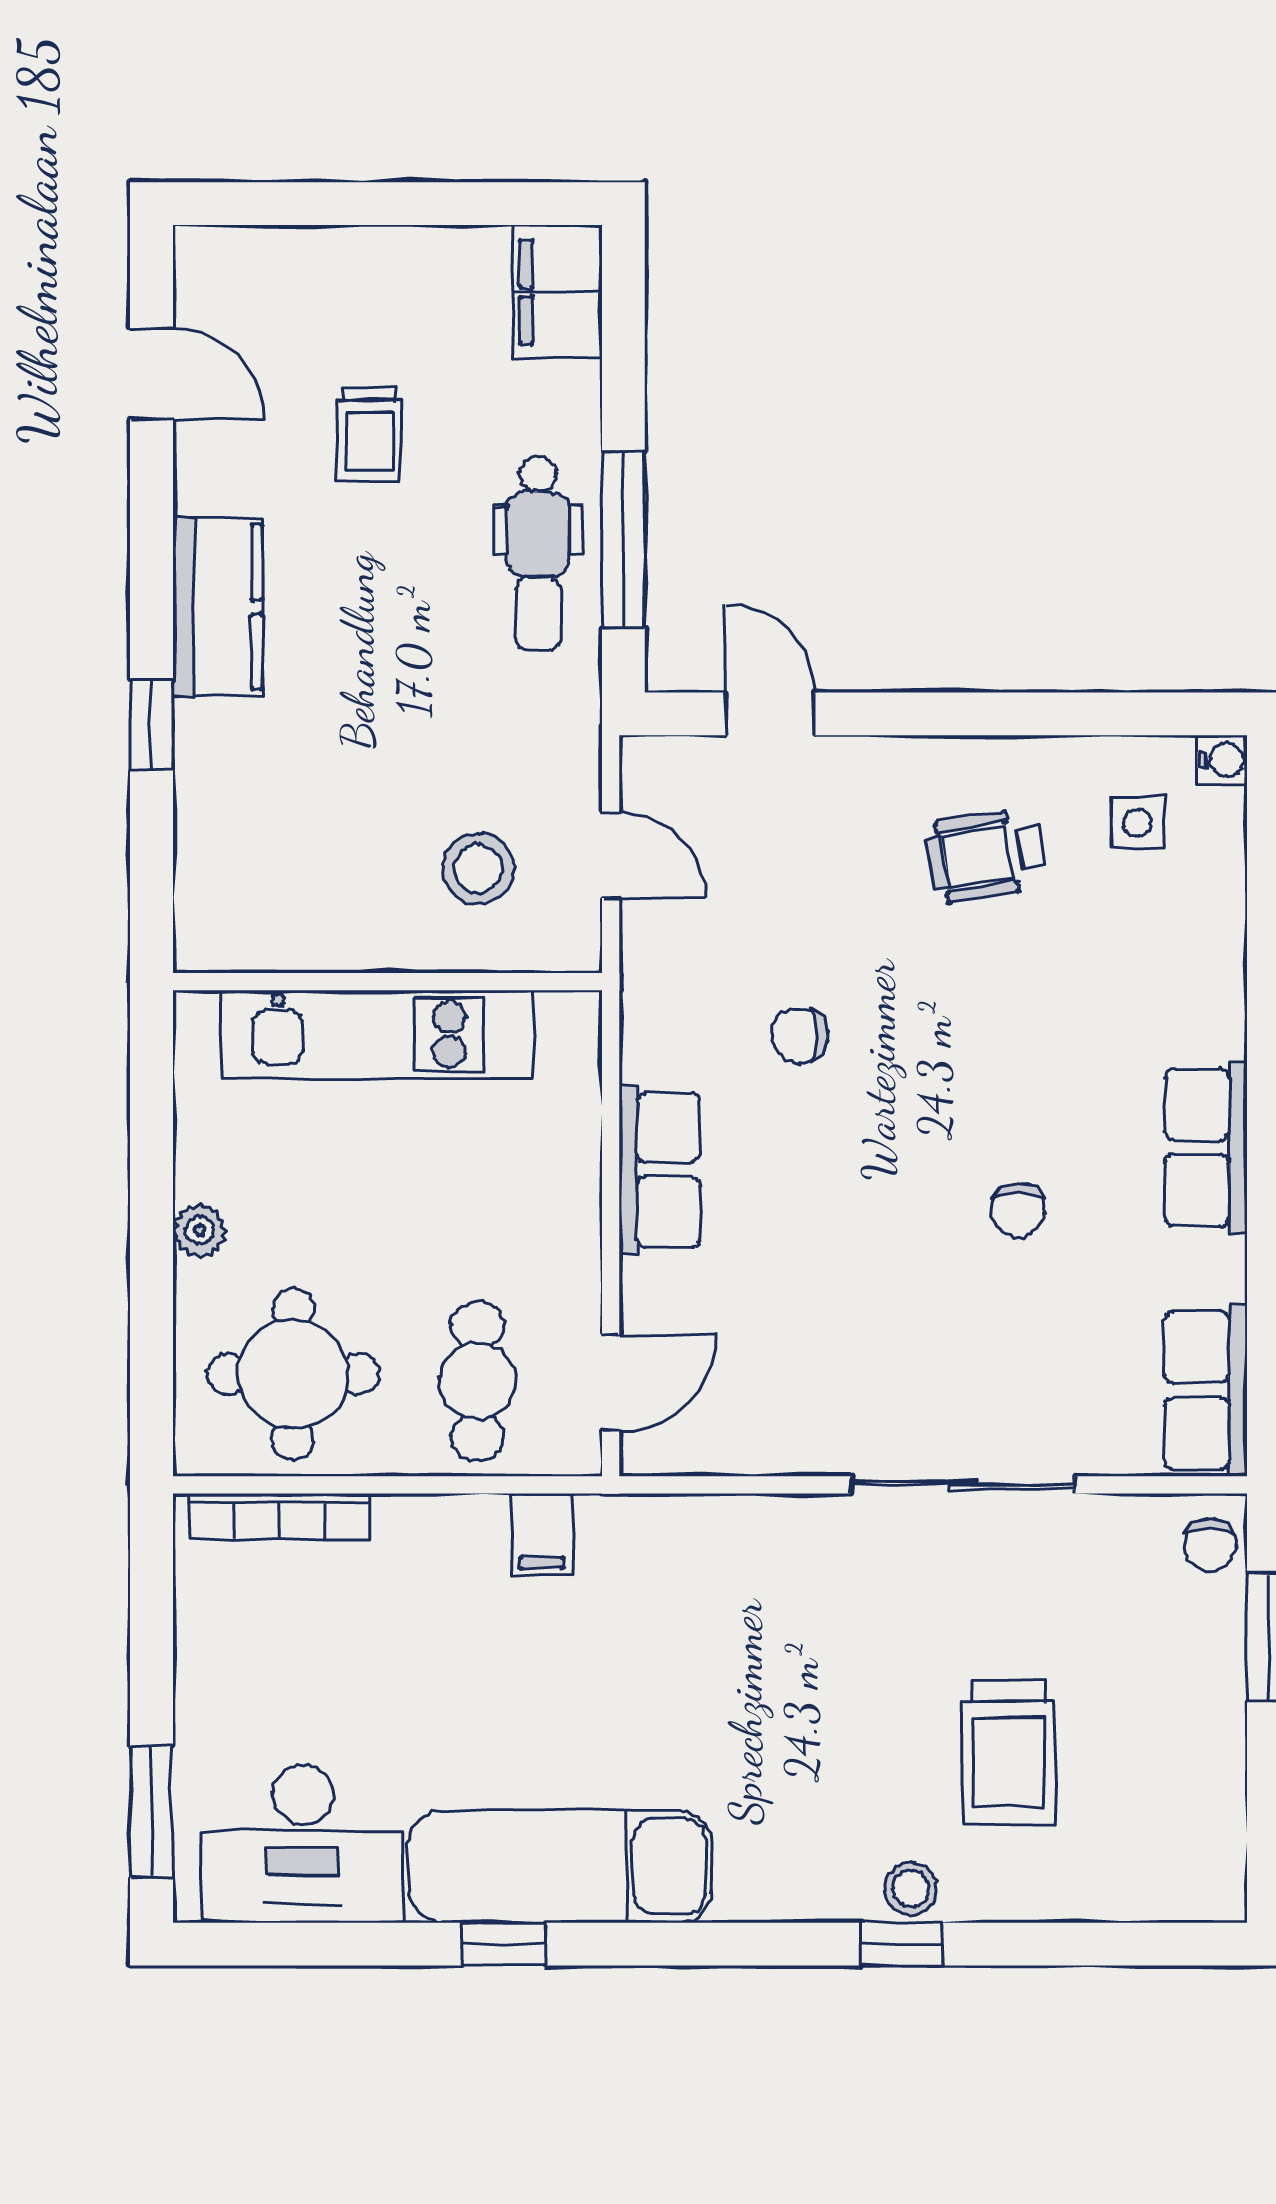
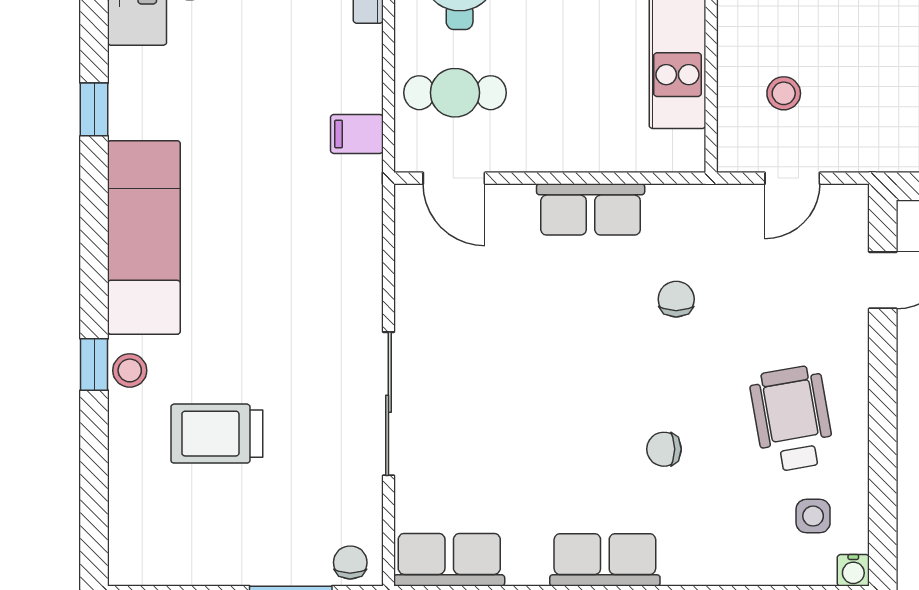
wheelchair: (986, 855) -> (792, 419), width x1.36, depth x1.37
stool: (478, 868) -> (784, 93), width x0.73, depth x0.73
chair: (1018, 1210) -> (664, 449), moved
chair: (1210, 1545) -> (350, 562), turned 90
exam couch: (560, 1866) -> (144, 237), moved

